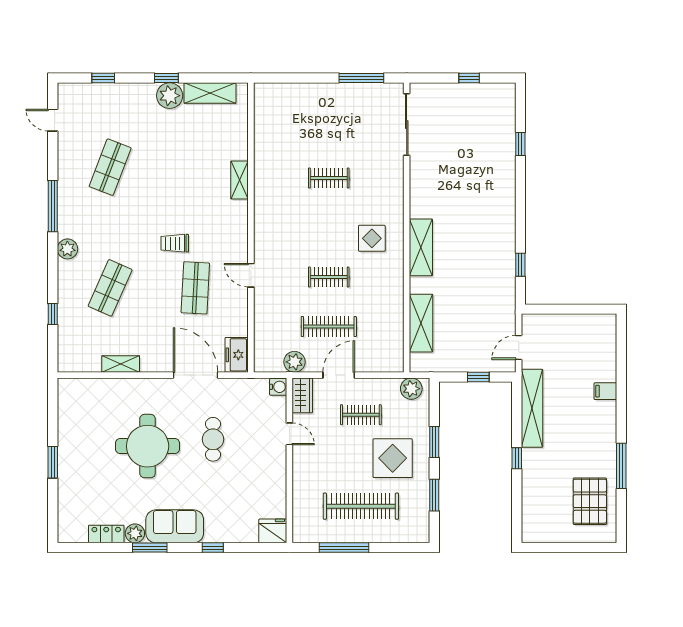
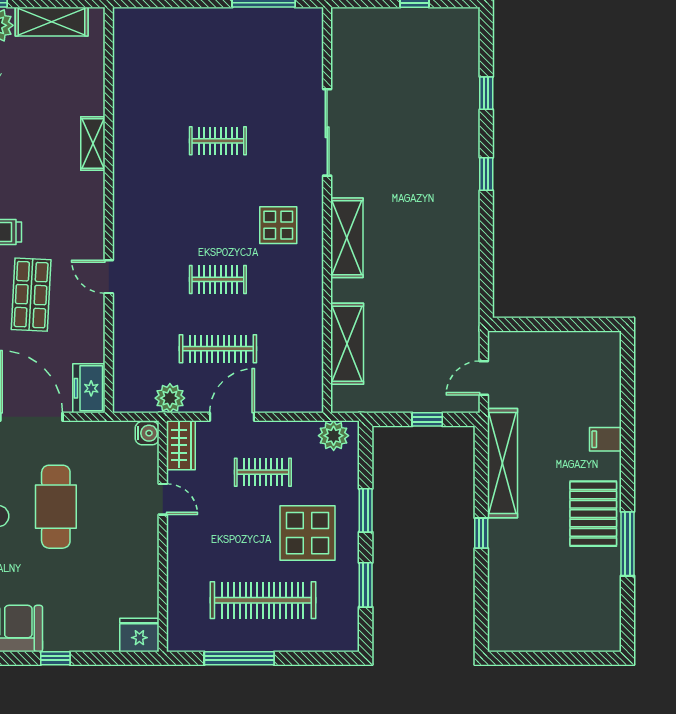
sliding door: (407, 125) -> (327, 132), moved
window: (520, 265) -> (486, 174), moved
cafe table: (213, 439) -> (56, 507), width x1.37, depth x1.35
pallet: (590, 501) -> (593, 514), moved

